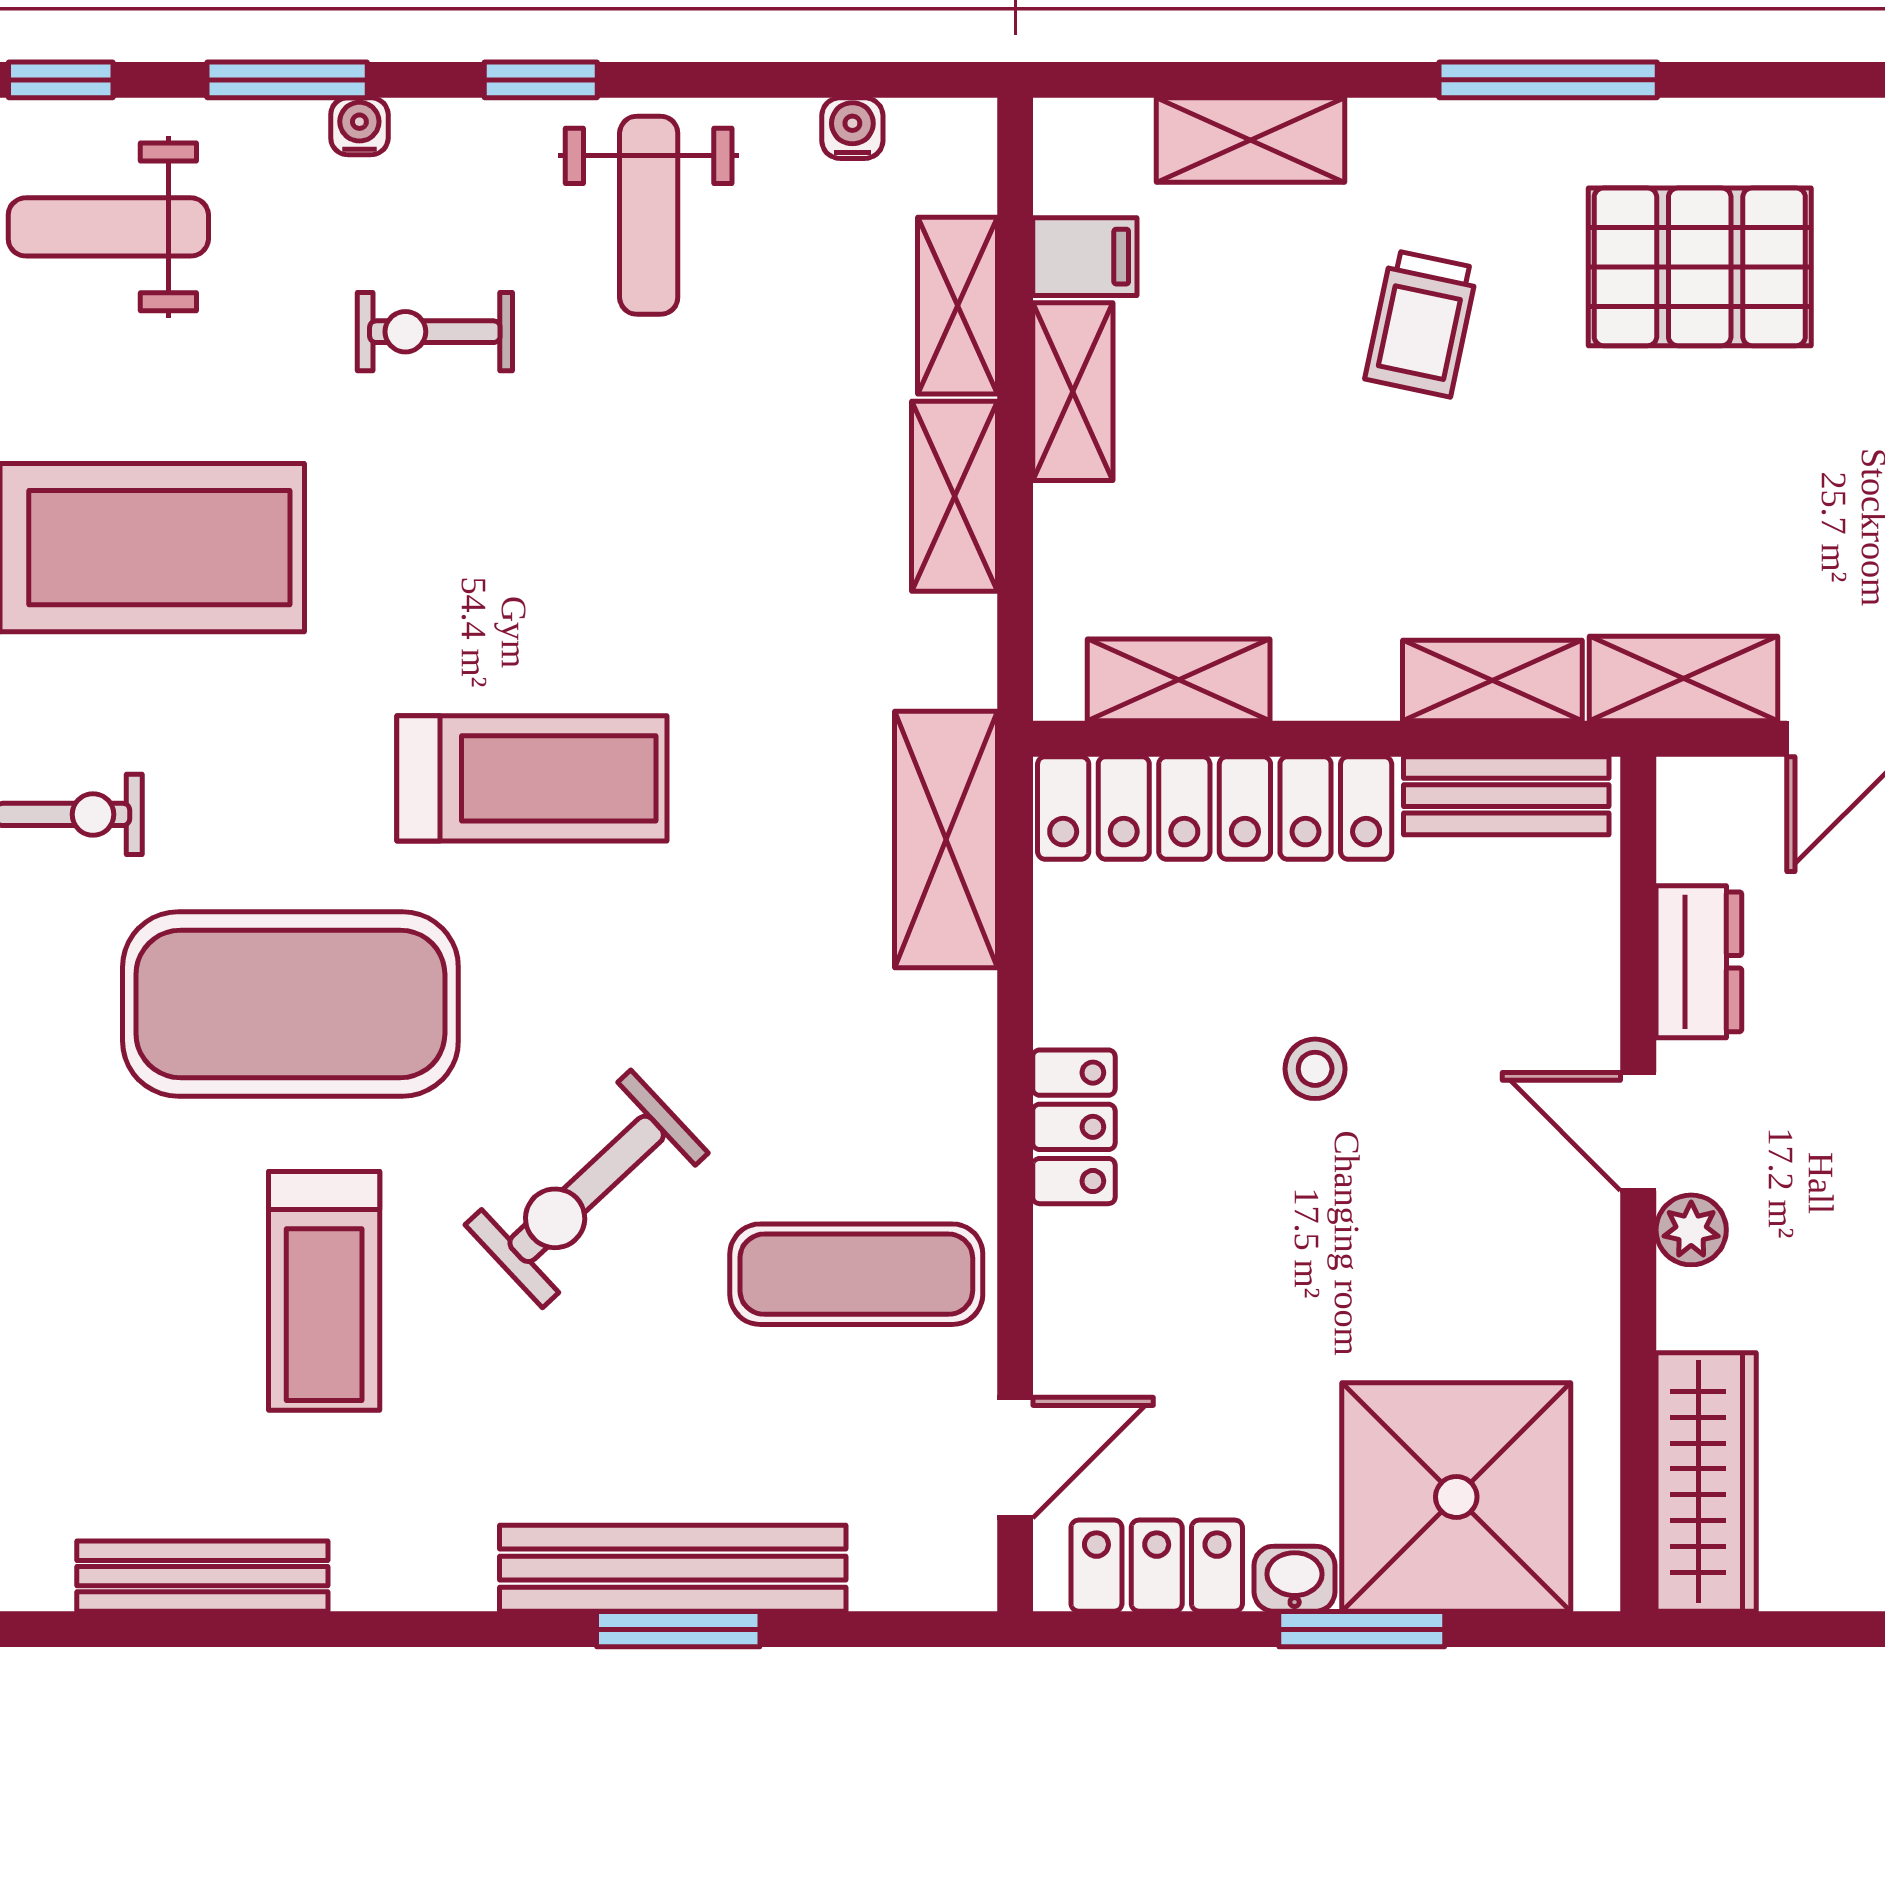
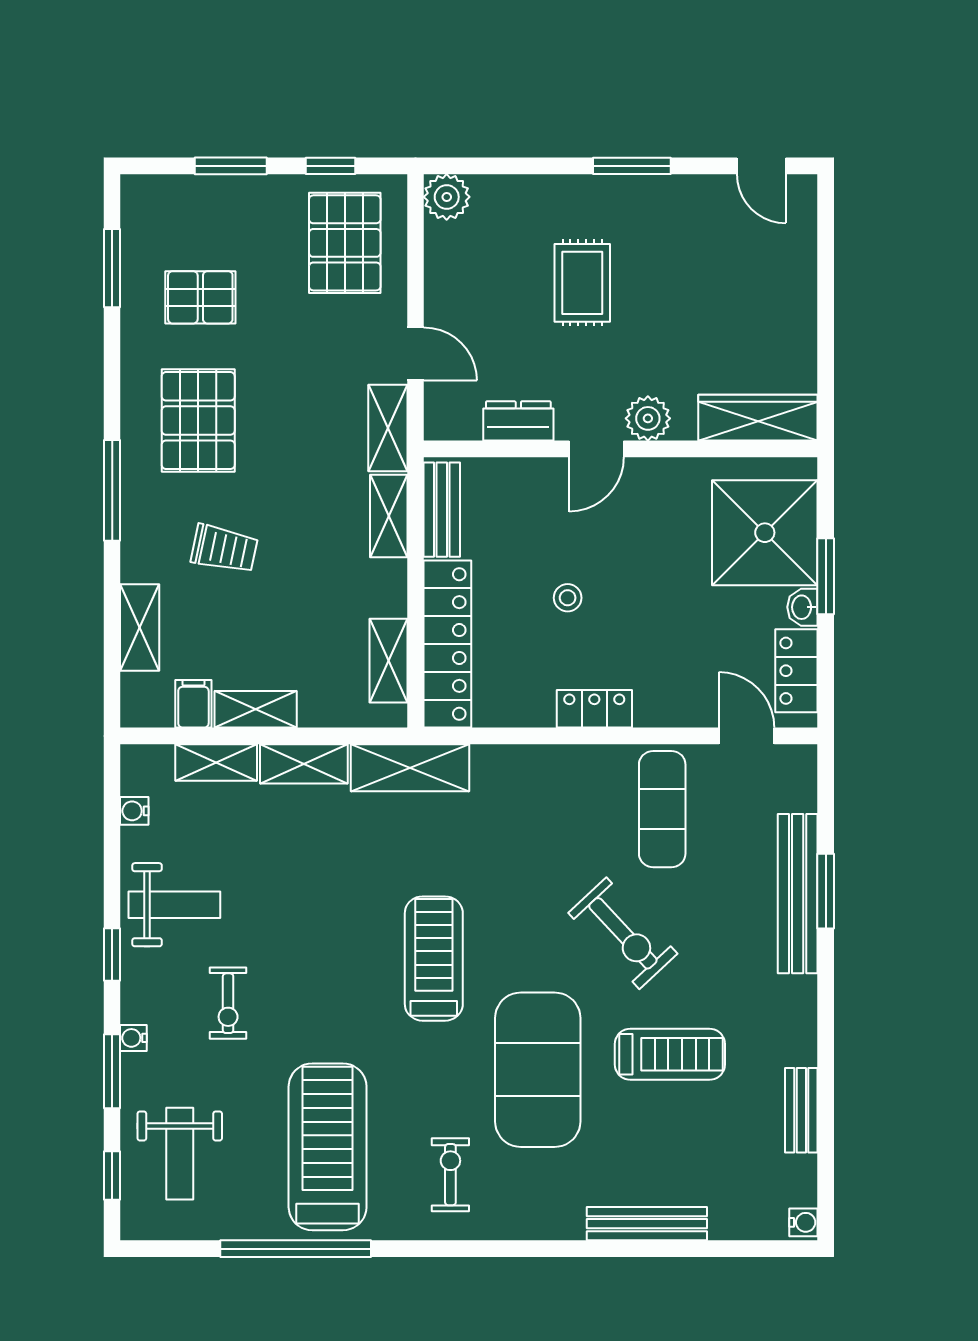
shelving: (946, 840) -> (410, 768), moved
plant: (1691, 1230) -> (648, 418), width x1.38, depth x1.38
bench: (202, 1576) -> (801, 1110), width x0.73

